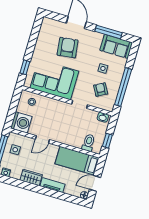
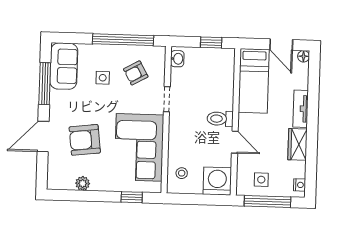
plant: (41, 39) -> (83, 183), added
toilet: (89, 143) -> (220, 119), moved

